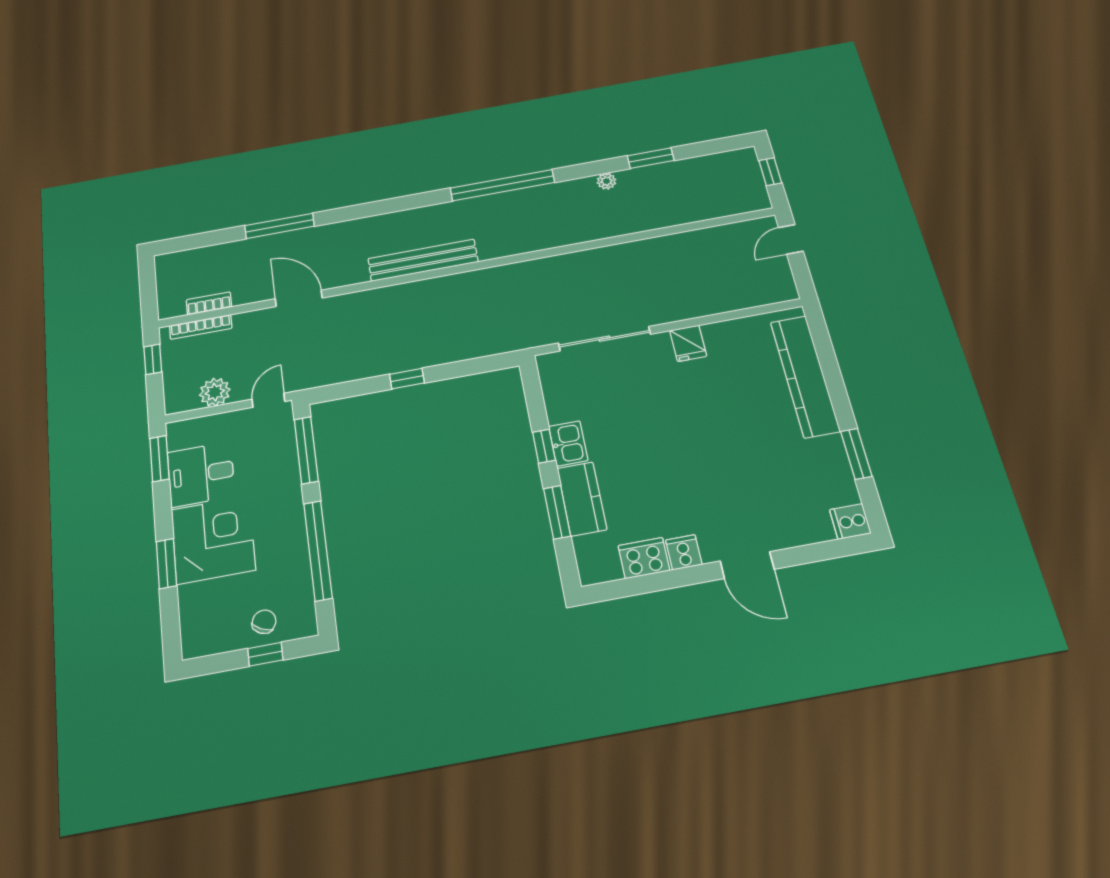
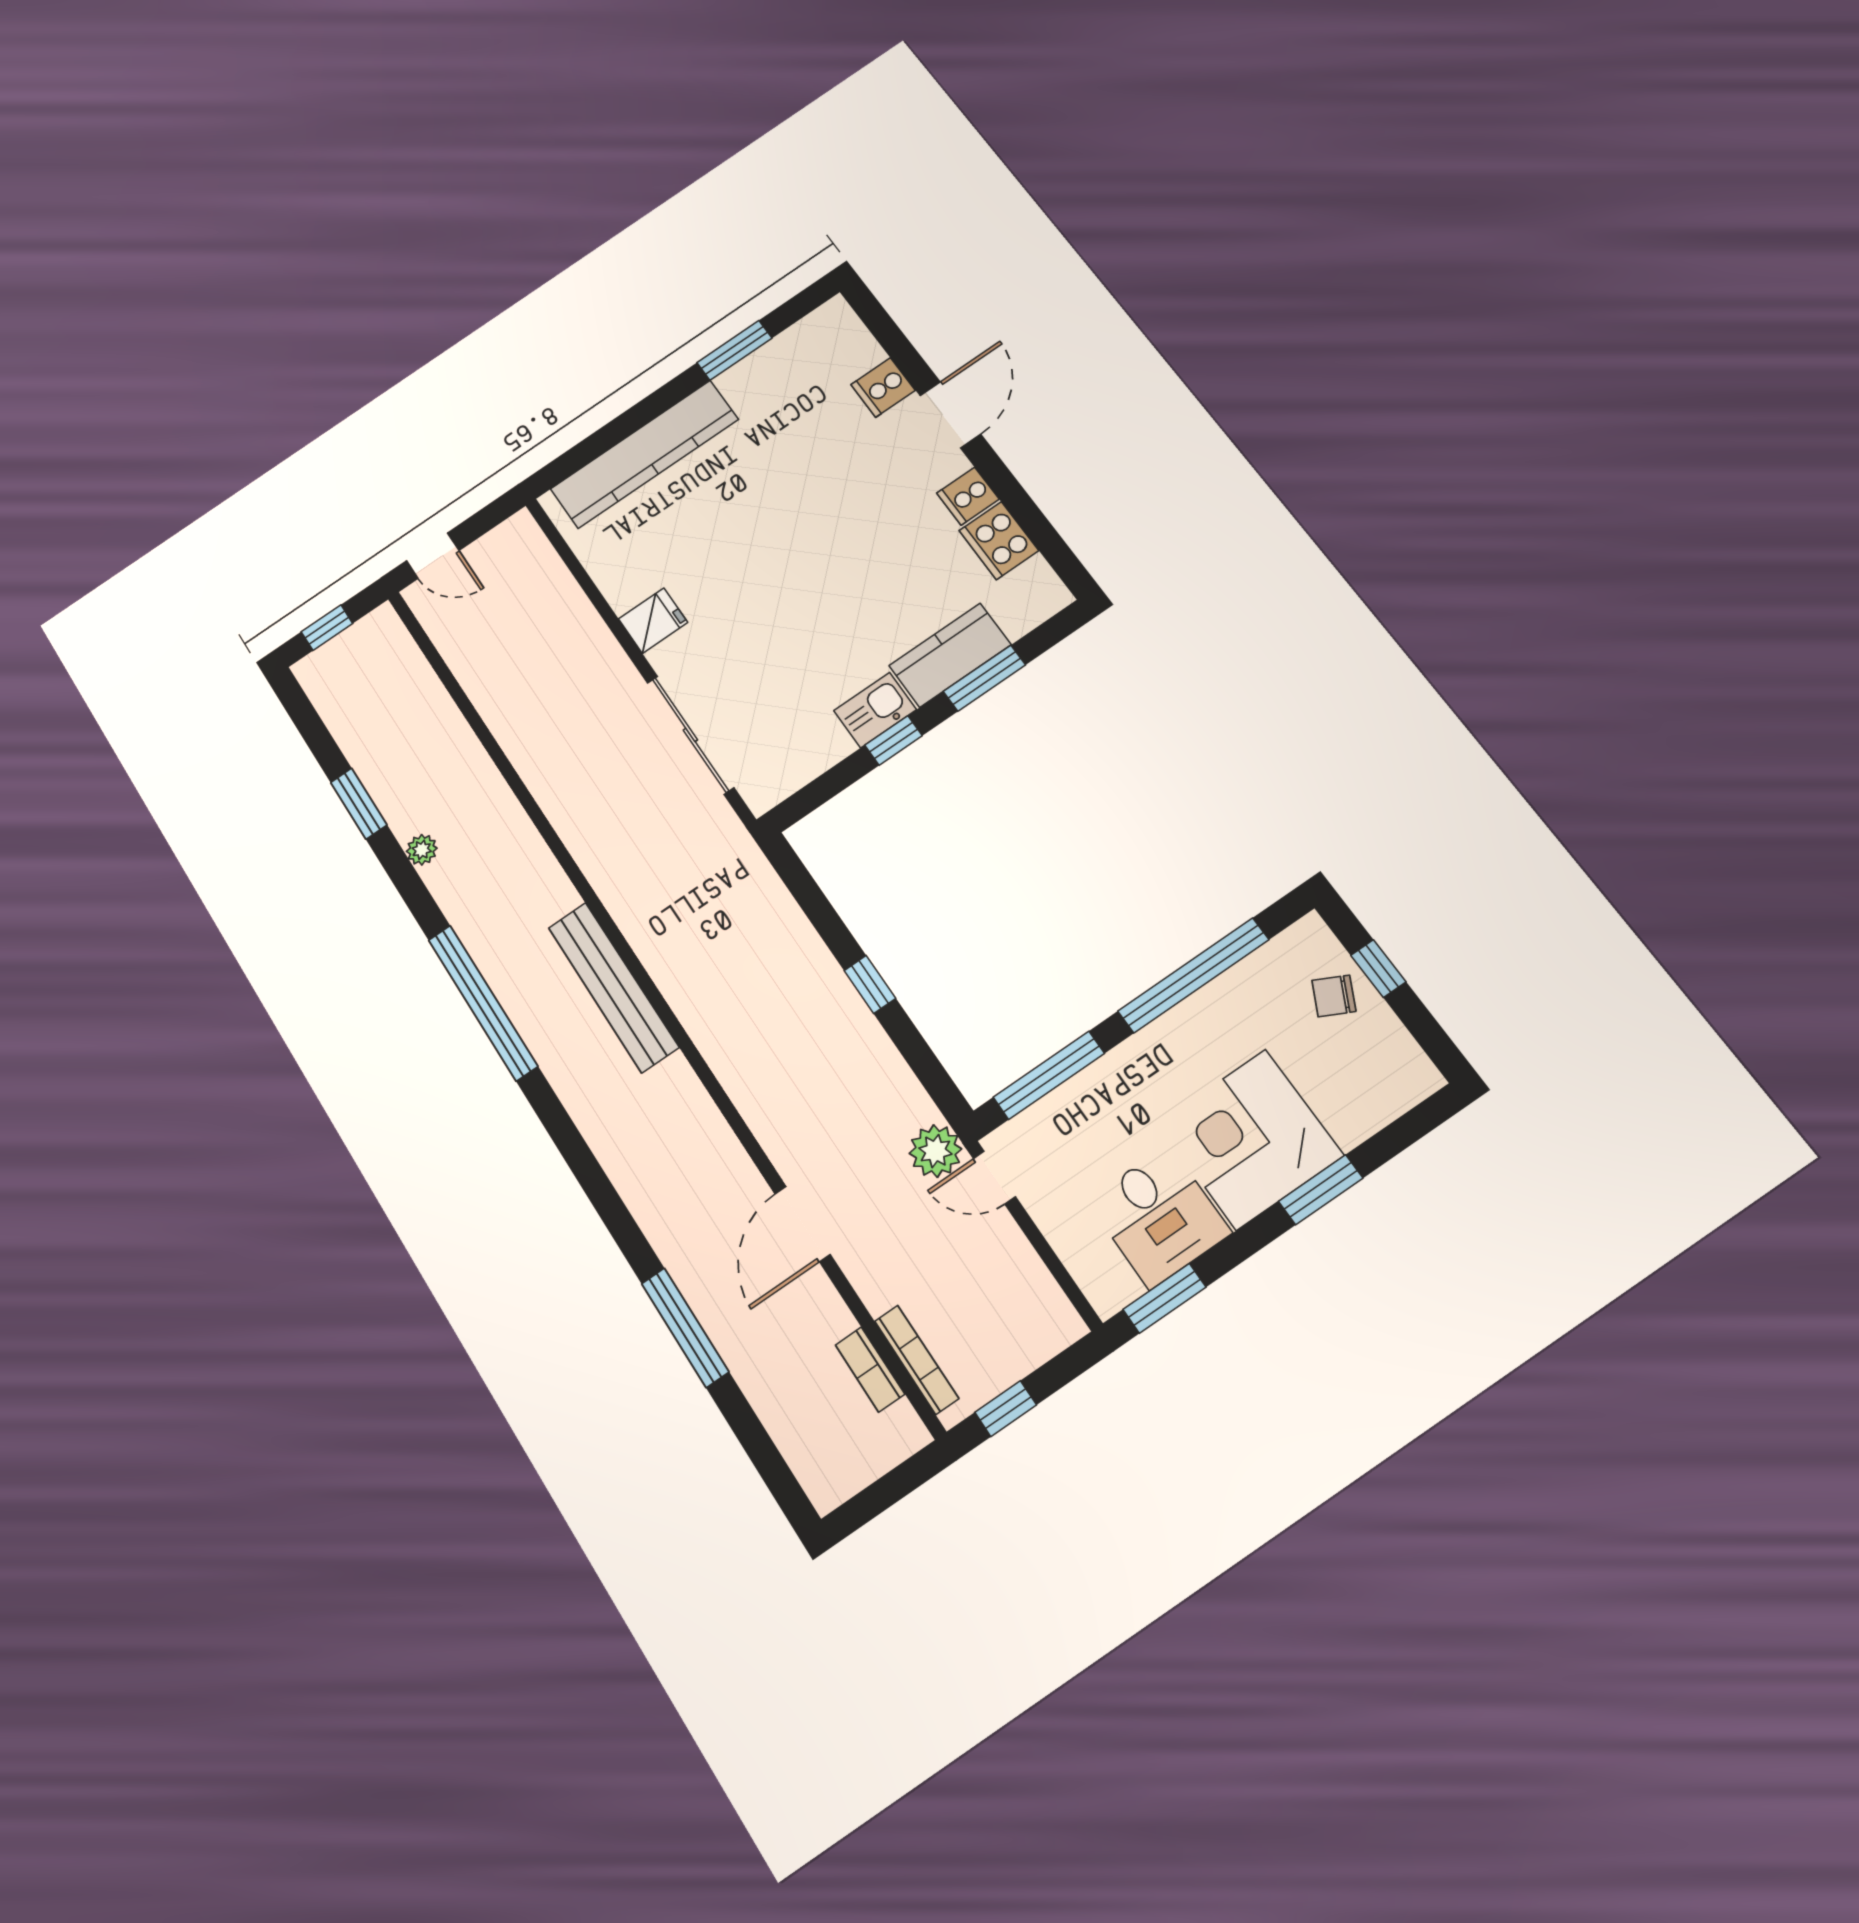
bench: (423, 260) -> (613, 987), moved
plant: (215, 392) -> (935, 1151), moved
cooker: (850, 521) -> (883, 387), moved, turned 90

